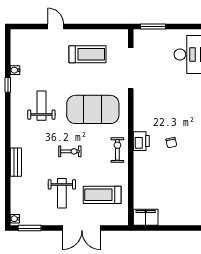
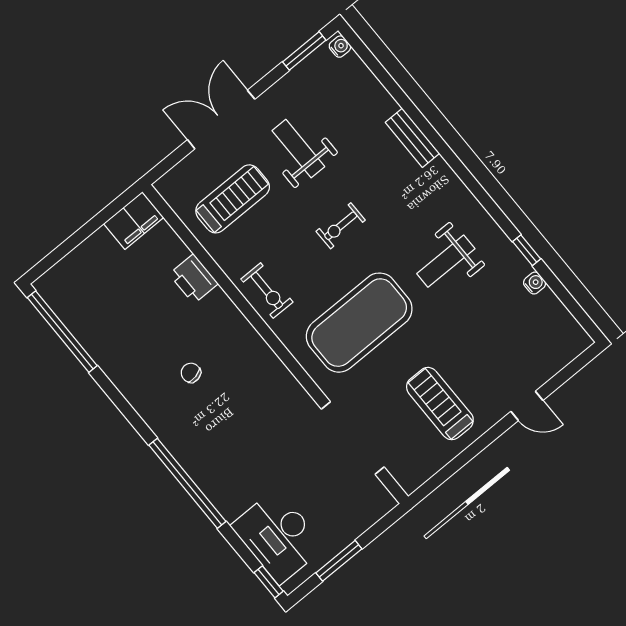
window: (153, 27) -> (339, 561), moved
treadmill: (88, 54) -> (440, 404), turned 90
weight bench: (41, 106) -> (446, 261), turned 90
printer: (141, 141) -> (194, 279), moved

